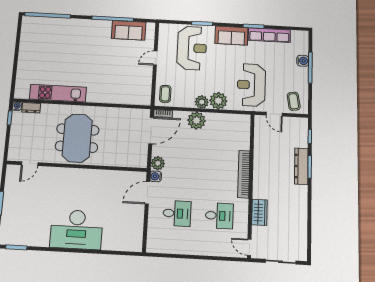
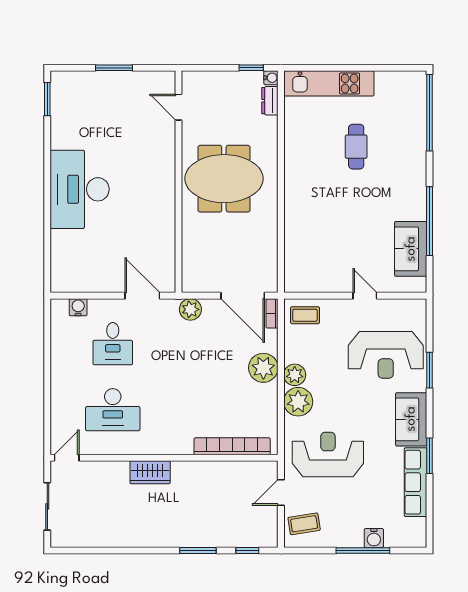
cafe table: (64, 58) -> (356, 147), added
kitchen unit: (58, 93) -> (329, 83), moved, turned 90
dresser: (301, 166) -> (198, 537), removed
bookcase: (244, 174) -> (232, 446), moved
water cooler: (156, 176) -> (78, 307), moved
wardrobe: (259, 212) -> (150, 472), moved
desk: (219, 216) -> (113, 410), width x1.37

